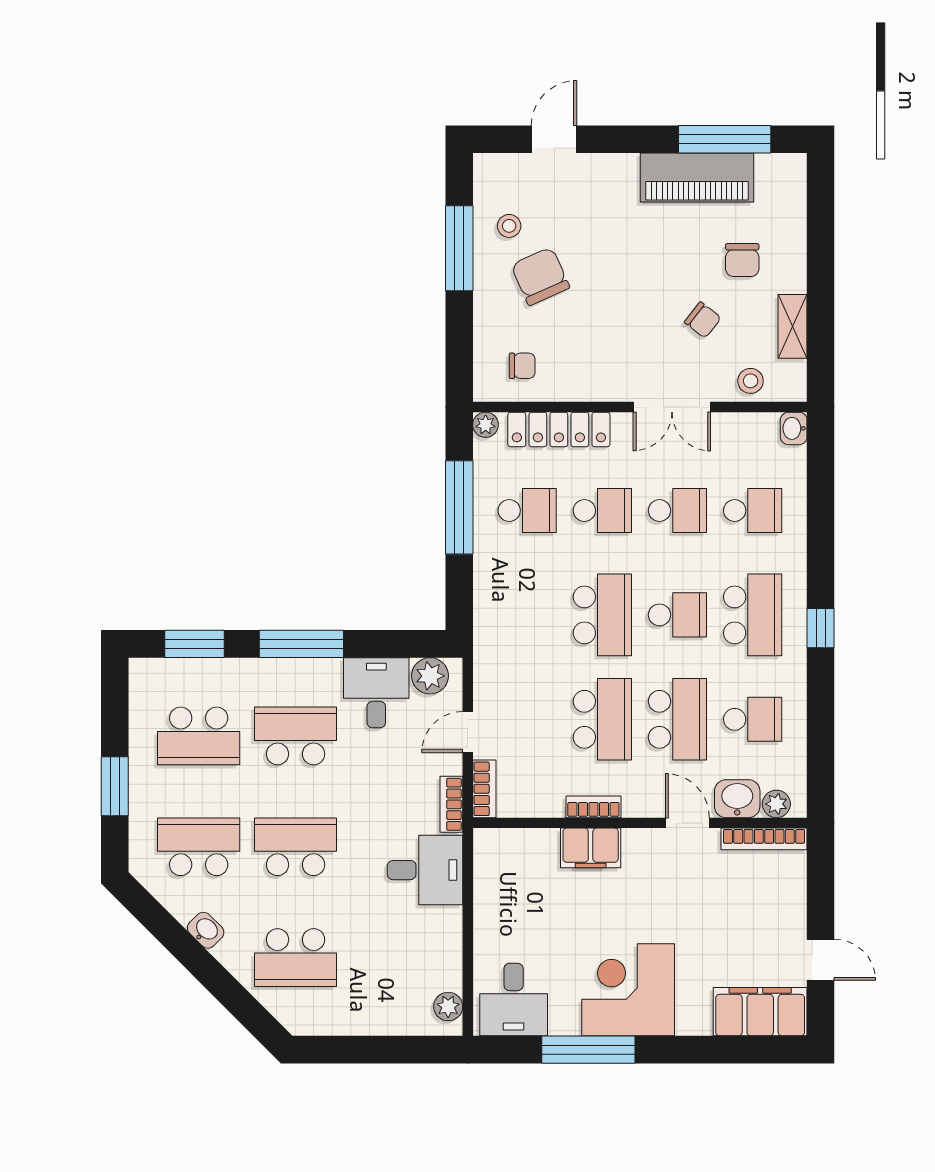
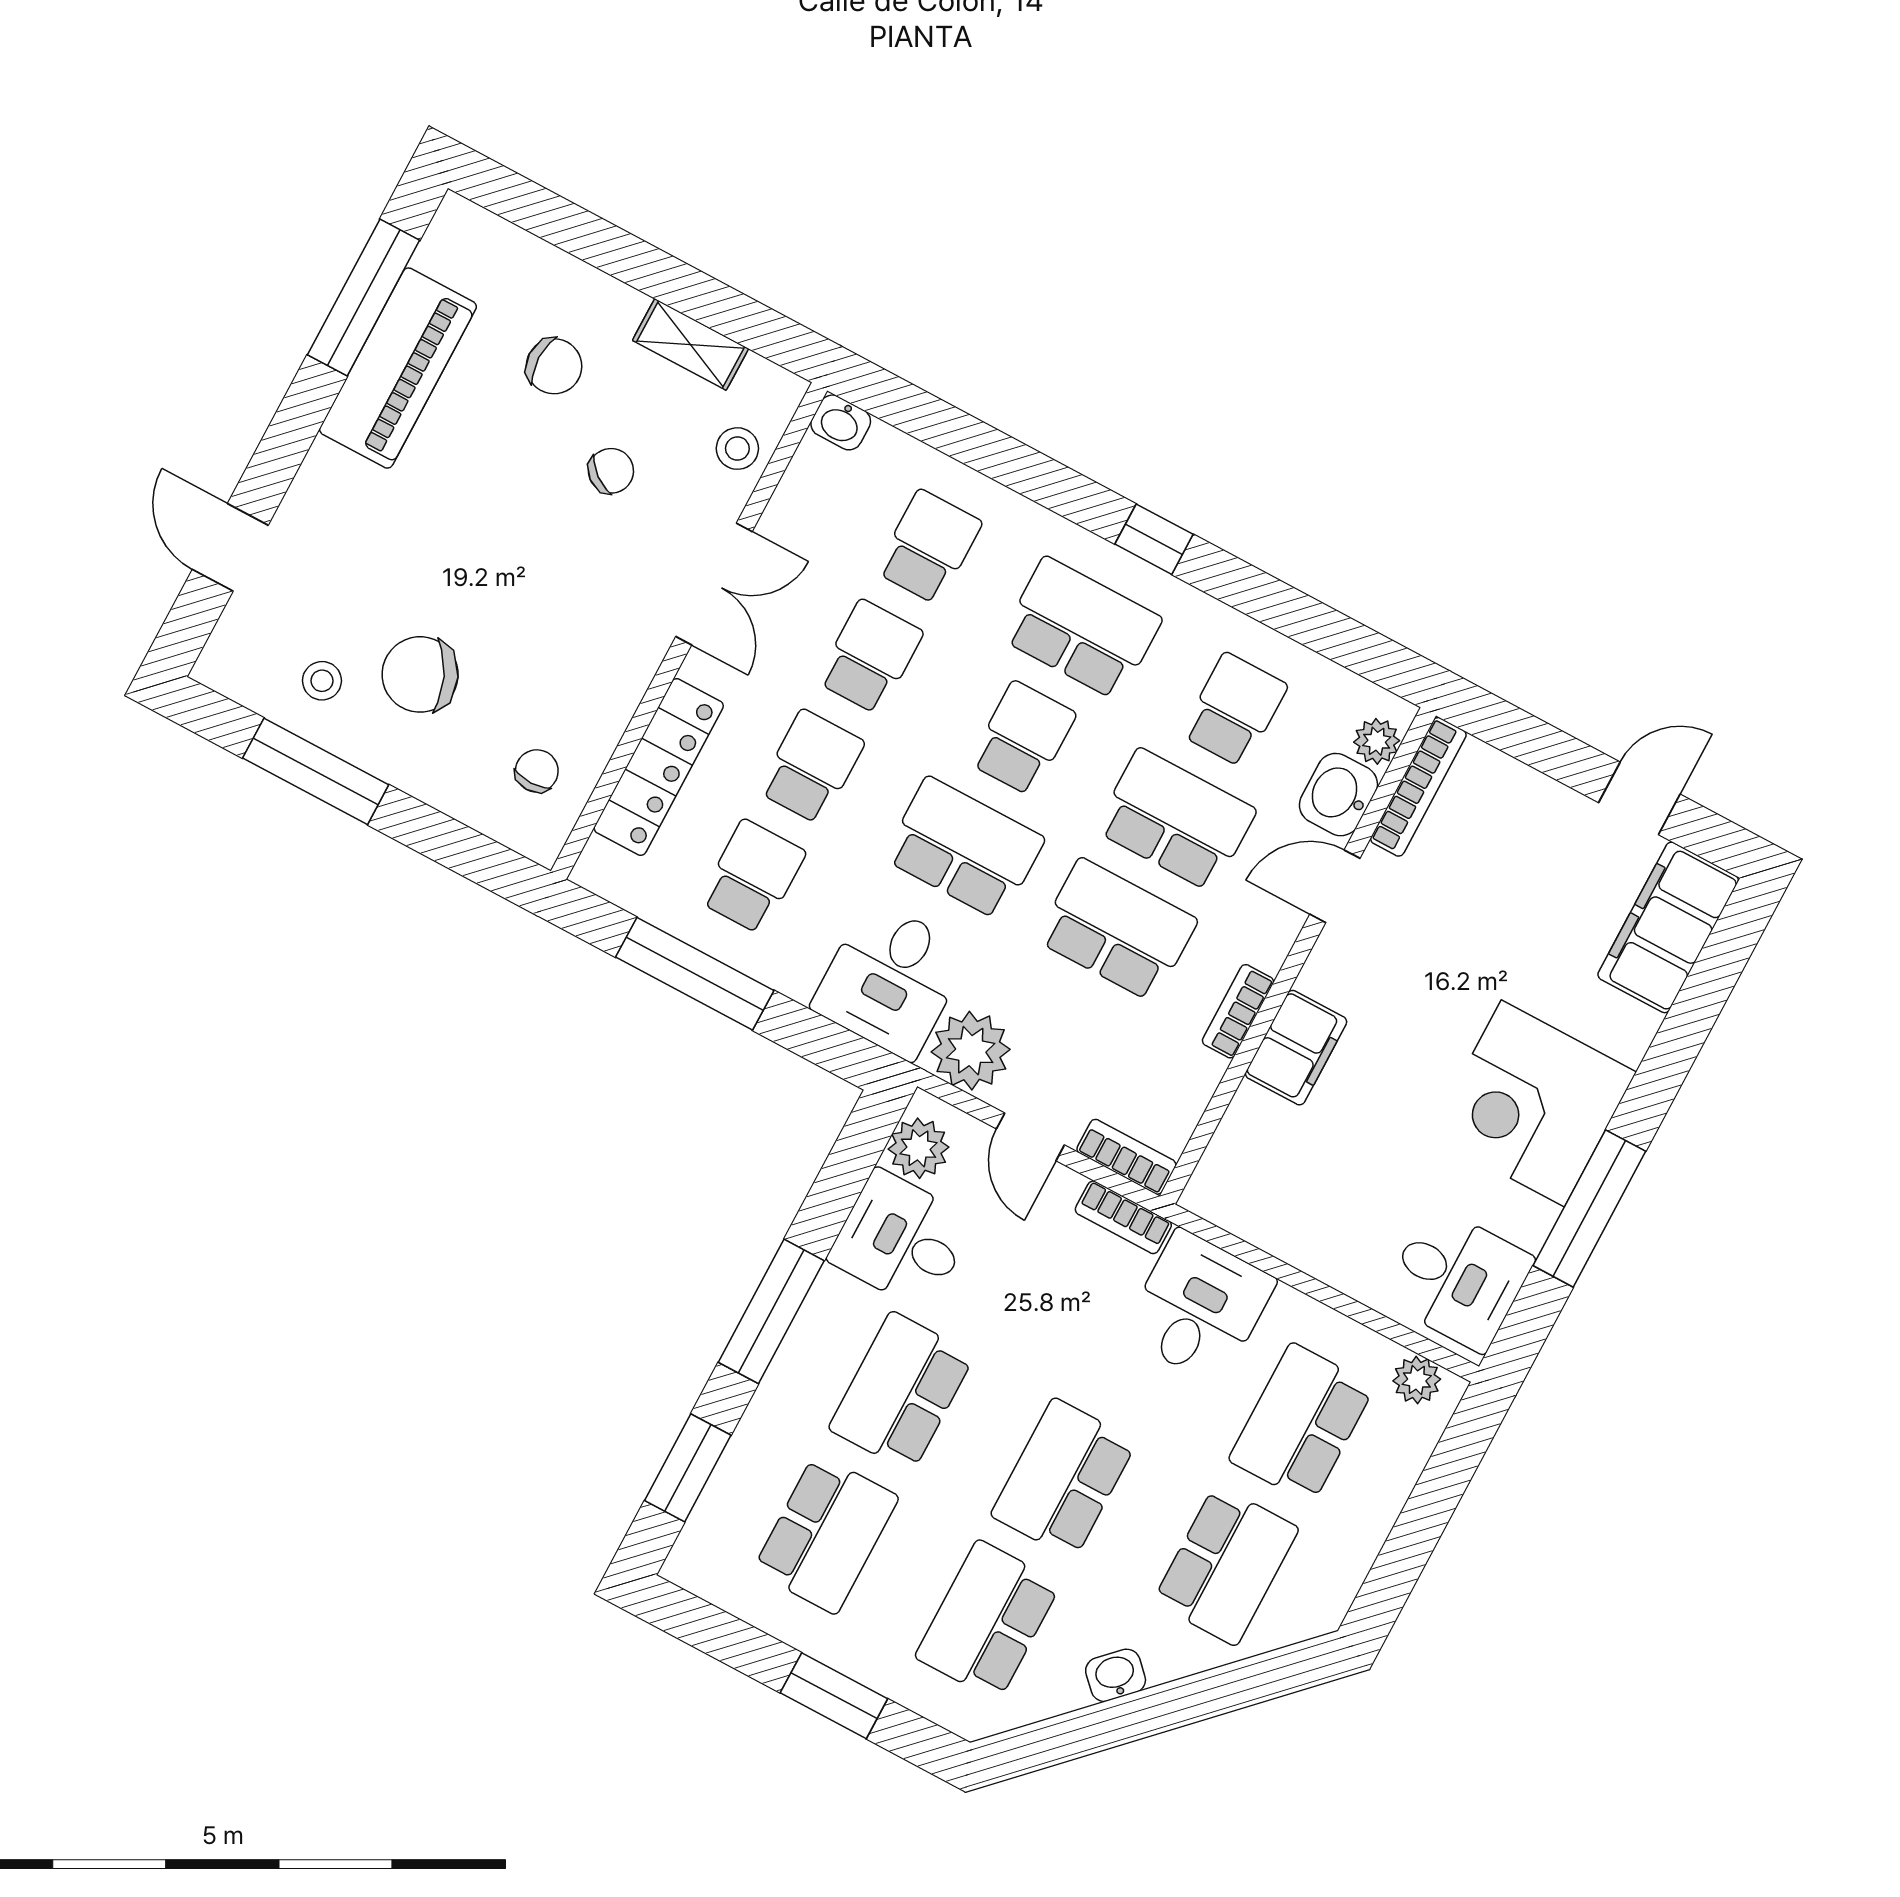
plant: (486, 425) -> (971, 1051), moved, width x1.88, depth x1.88
desk: (512, 613) -> (891, 979), added
school desk: (392, 958) -> (1302, 1423), added

